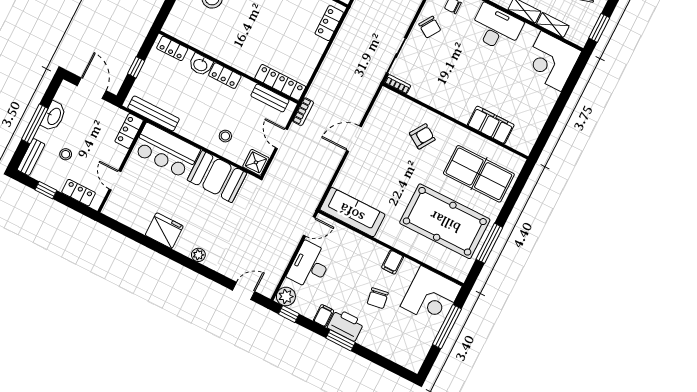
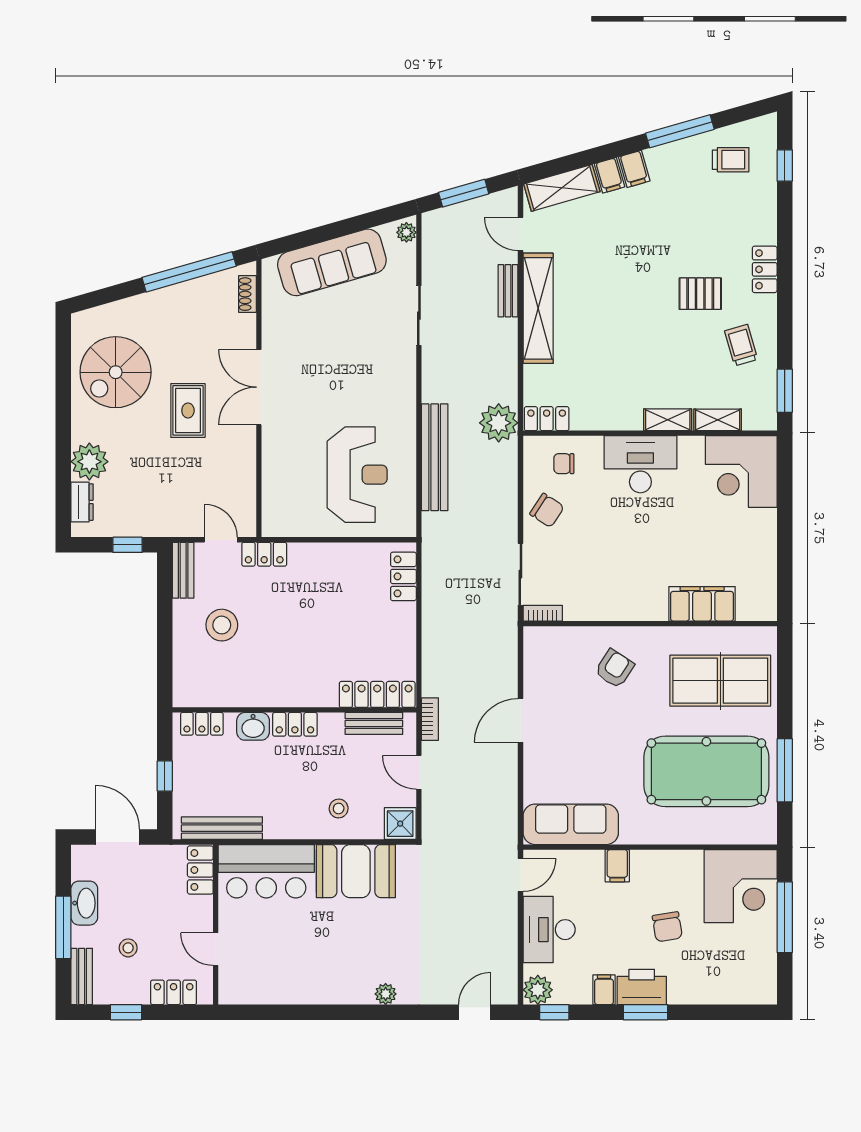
fridge: (164, 231) -> (321, 984), removed
filing cabinet: (393, 262) -> (617, 866), moved

